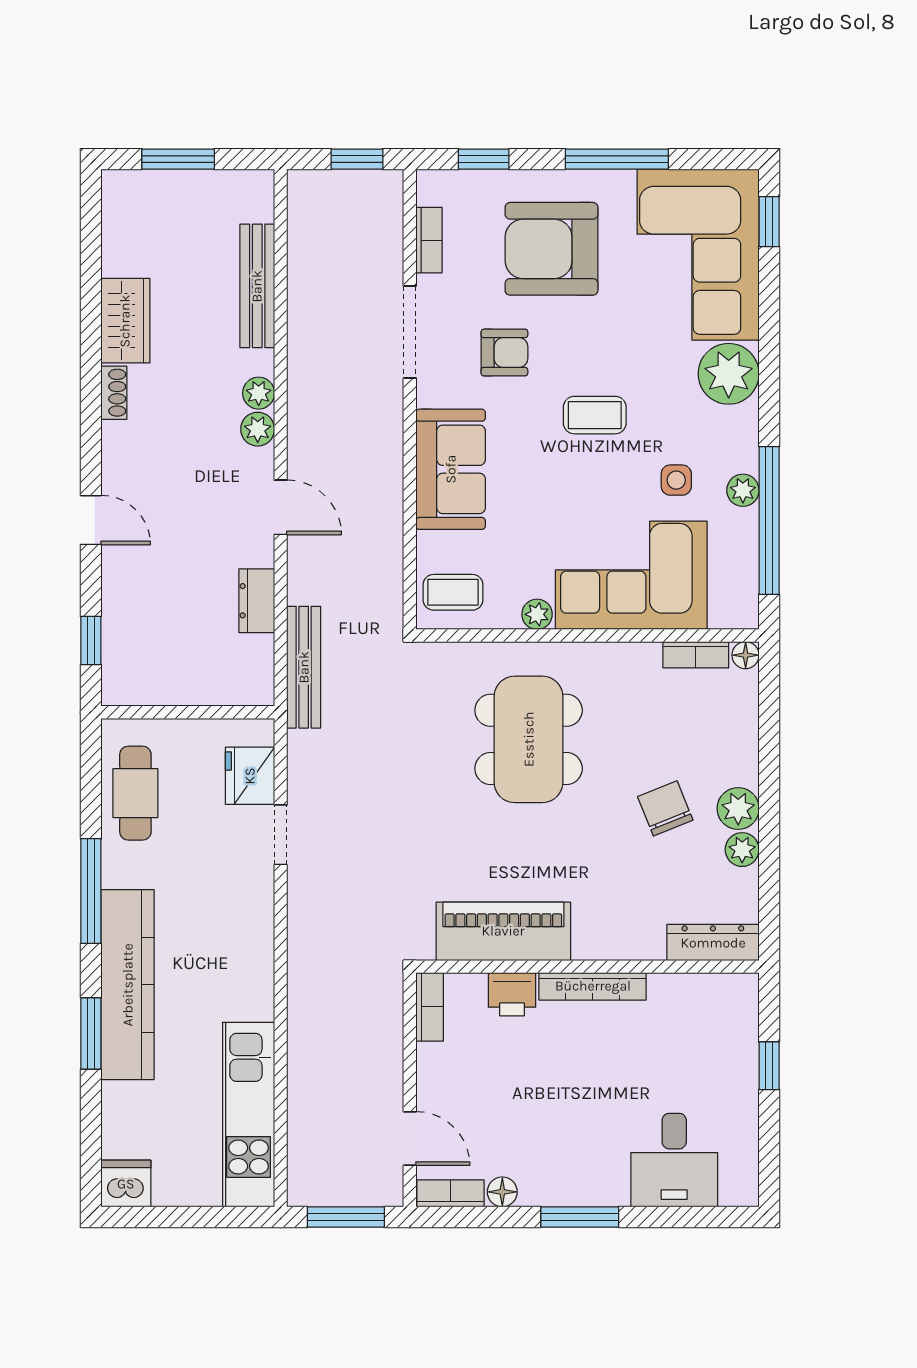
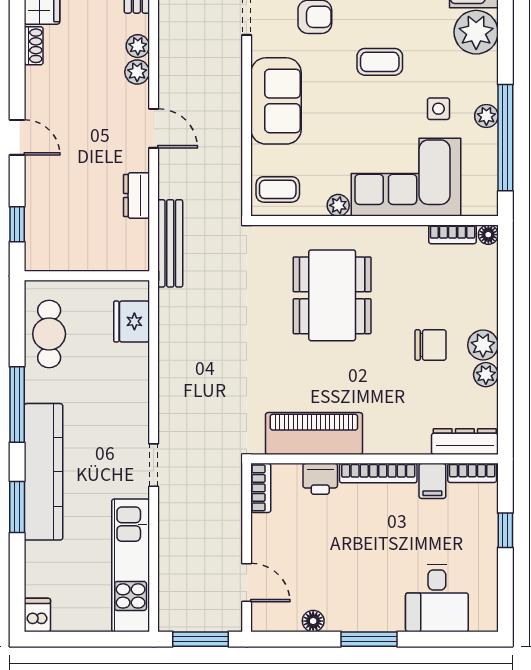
chair: (665, 808) -> (431, 345), turned 112
doorway: (281, 835) -> (154, 465), moved
filing cabinet: (668, 997) -> (432, 481), added
dishwasher: (126, 1184) -> (37, 615), width x0.73
bookcase: (450, 1193) -> (472, 473), moved, turned 180

